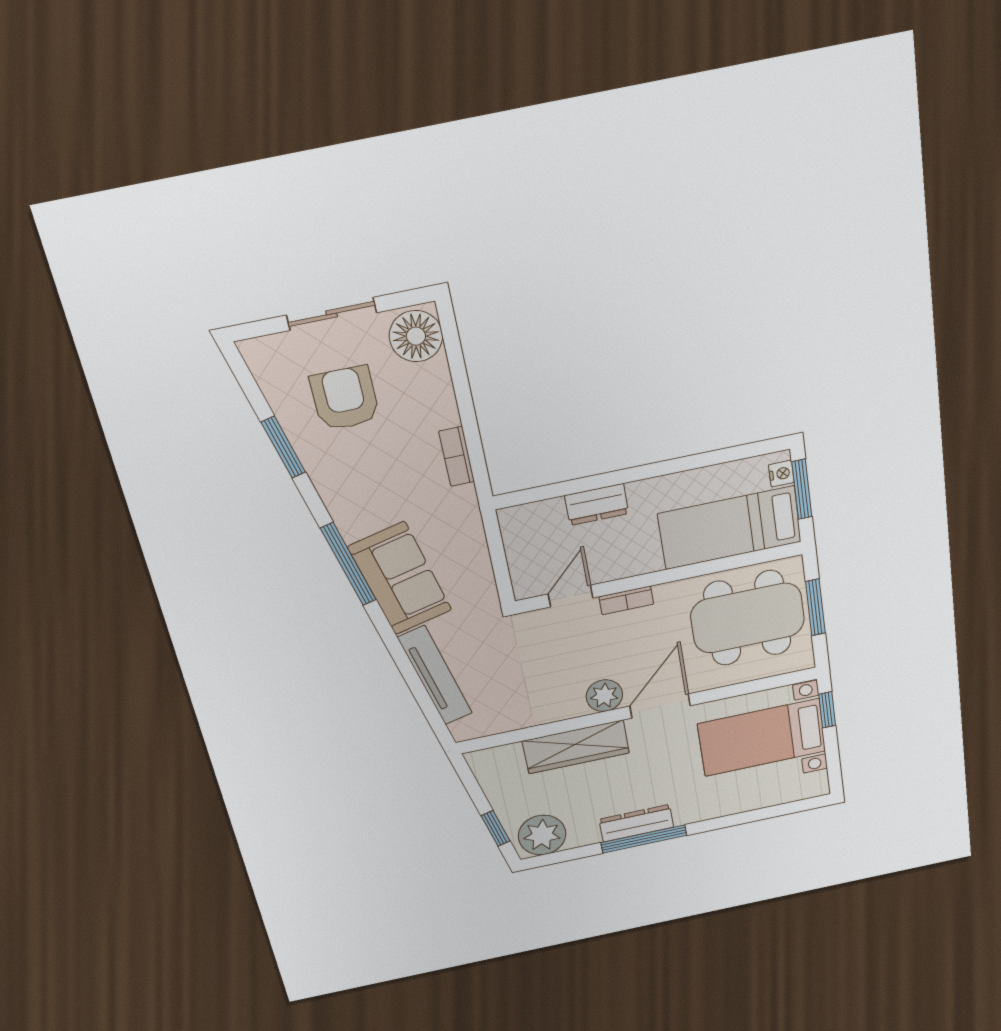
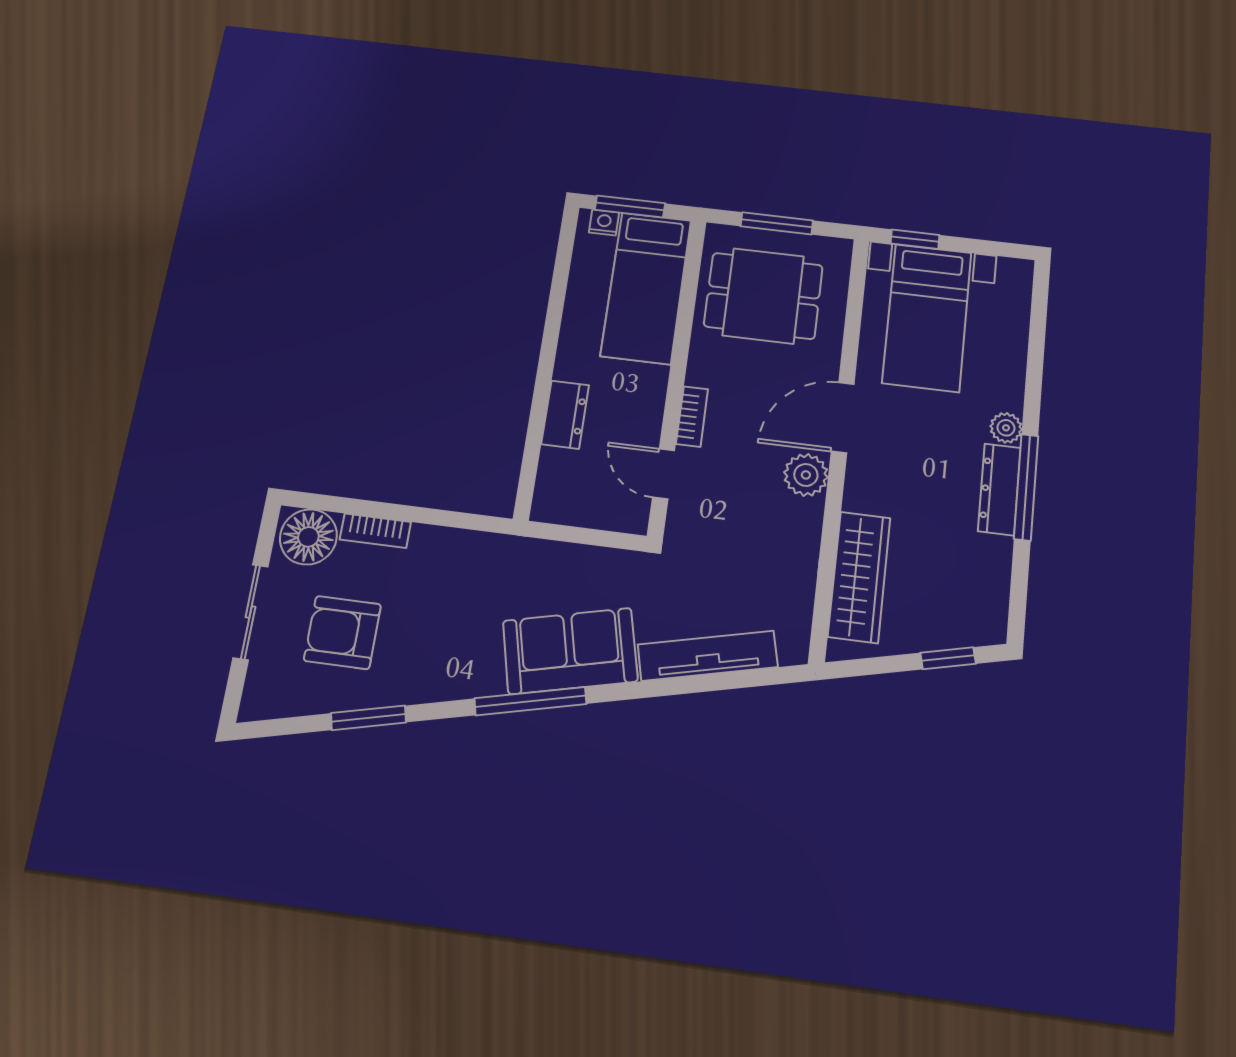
bookcase: (457, 456) -> (375, 531), moved
dining table: (748, 618) -> (763, 296), width x0.73
door: (660, 706) -> (843, 418), hinge flipped
wardrobe: (576, 747) -> (859, 577), moved
plant: (542, 835) -> (1006, 428), moved, width x0.53, depth x0.53

